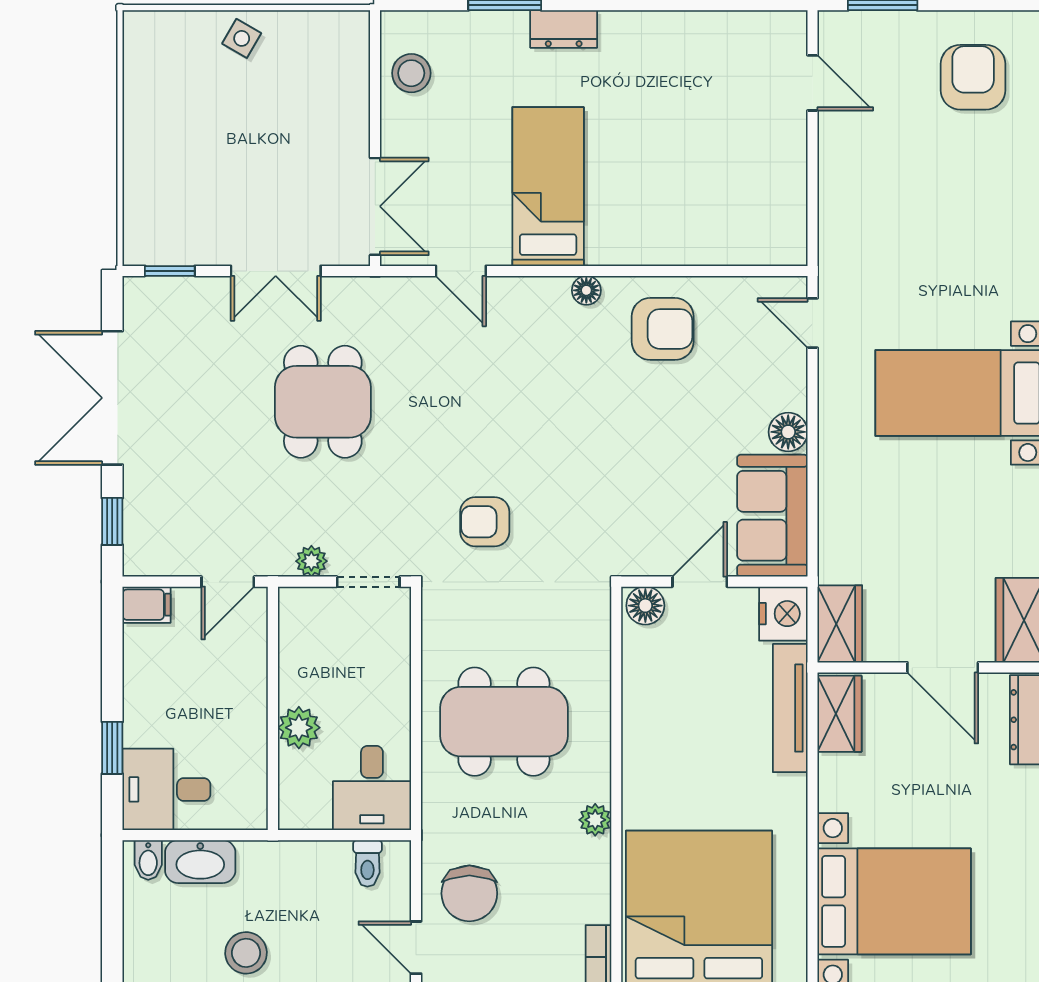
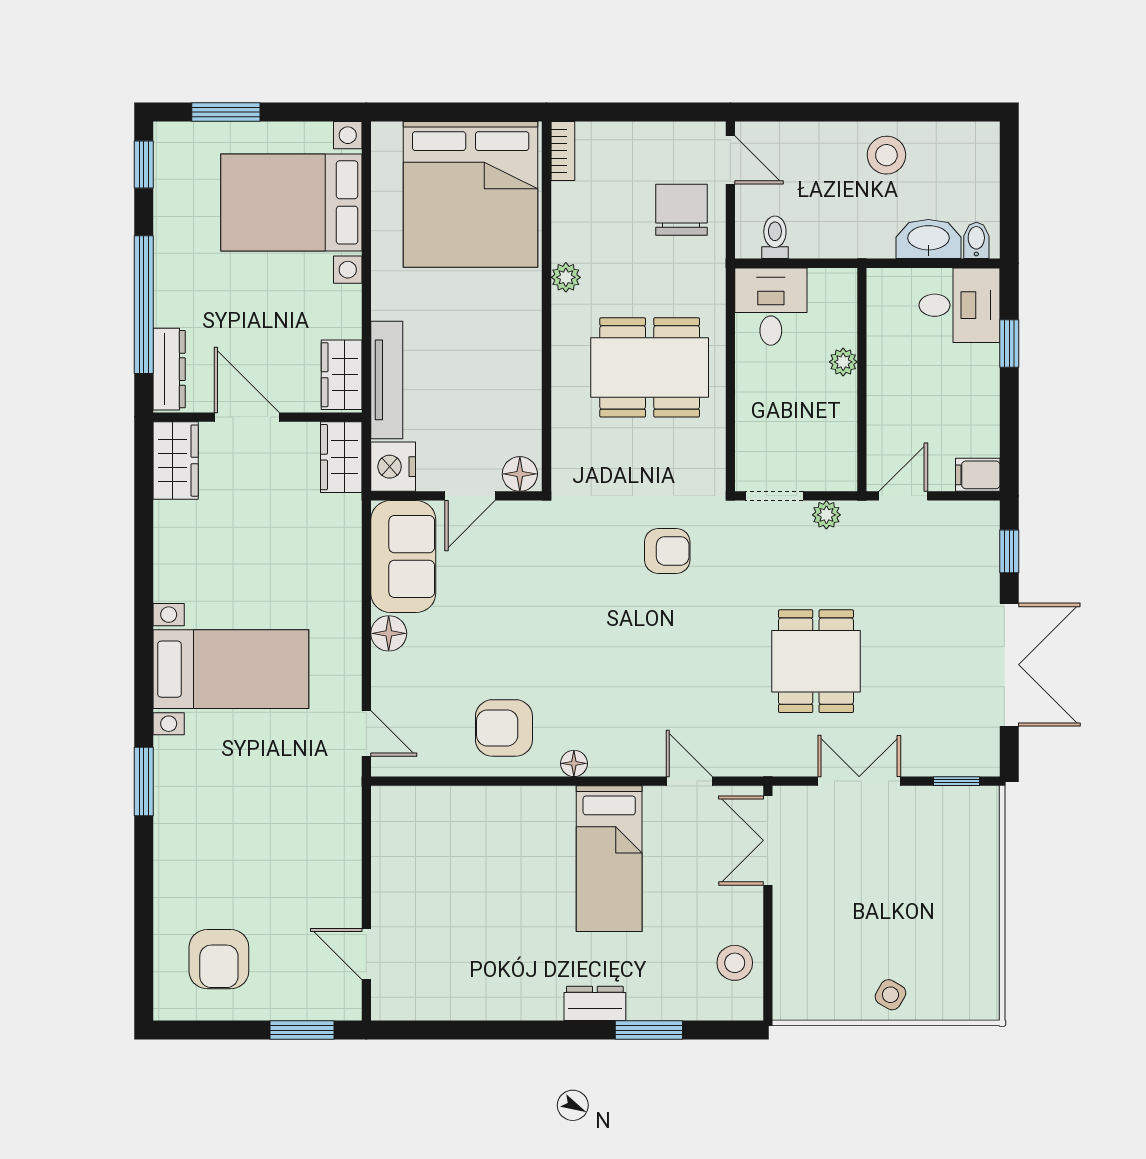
plant: (299, 728) -> (843, 362), width x0.73, depth x0.73

